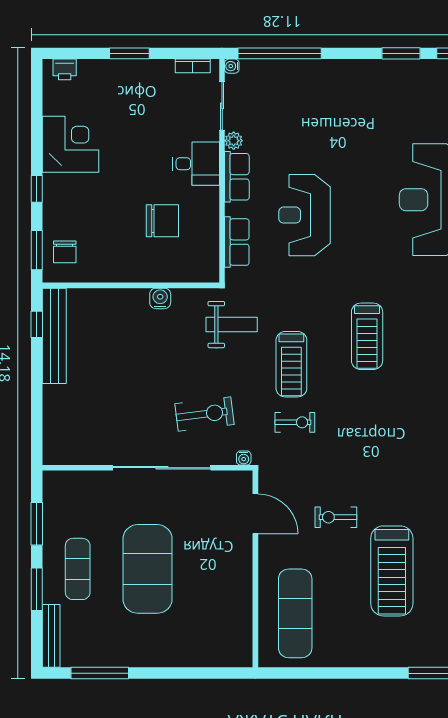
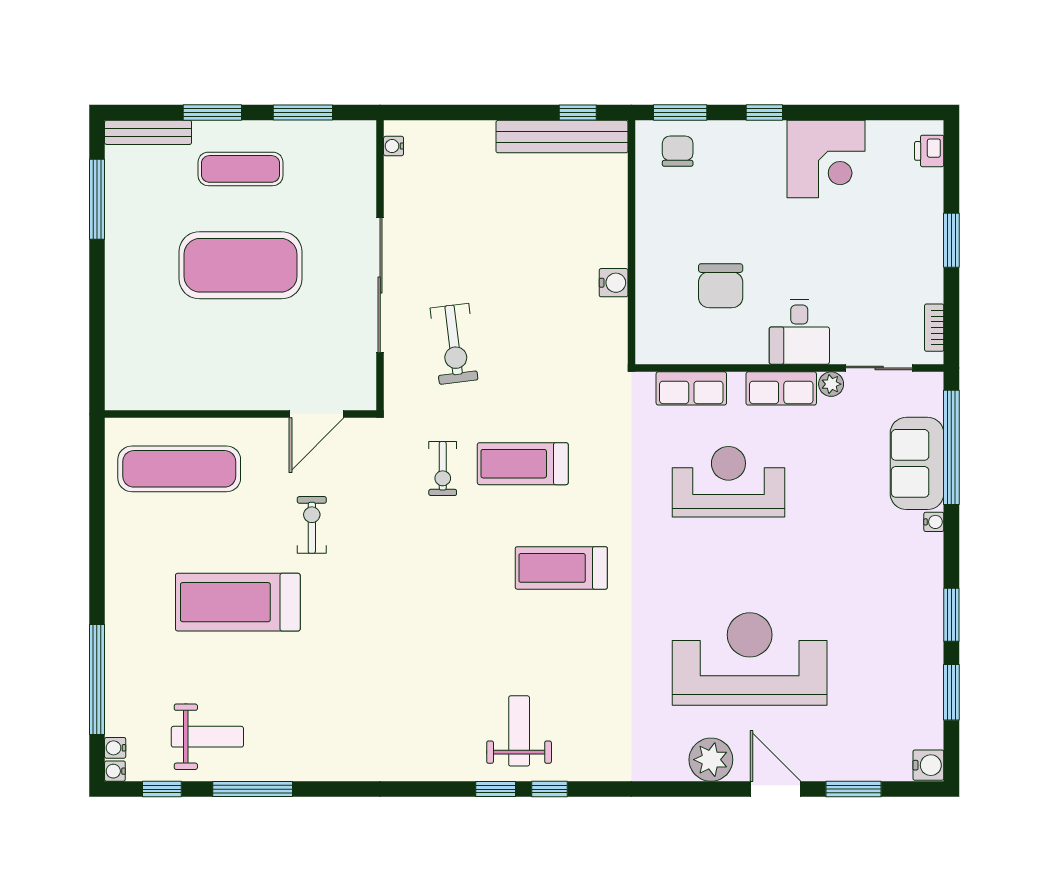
water cooler: (232, 66) -> (934, 522), moved, turned 90
sofa: (291, 78) -> (917, 463), added
chair: (65, 252) -> (678, 151), turned 90
weight bench: (232, 325) -> (578, 381), removed
water cooler: (244, 458) -> (394, 146), moved

